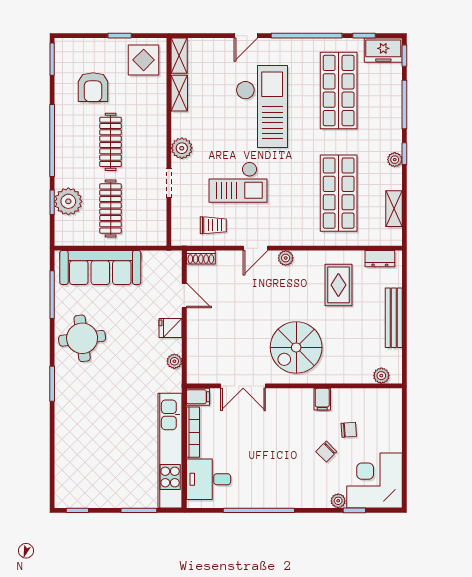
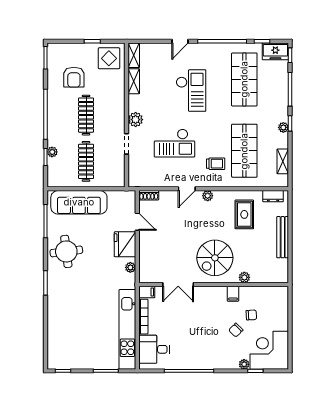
checkout: (262, 106) -> (191, 91), width x0.73, depth x0.83
plant: (68, 201) -> (52, 152), width x0.53, depth x0.53
trolley: (213, 225) -> (216, 164), moved
fridge: (170, 328) -> (125, 244), width x1.88, depth x1.34
plant: (381, 376) -> (244, 277), moved

